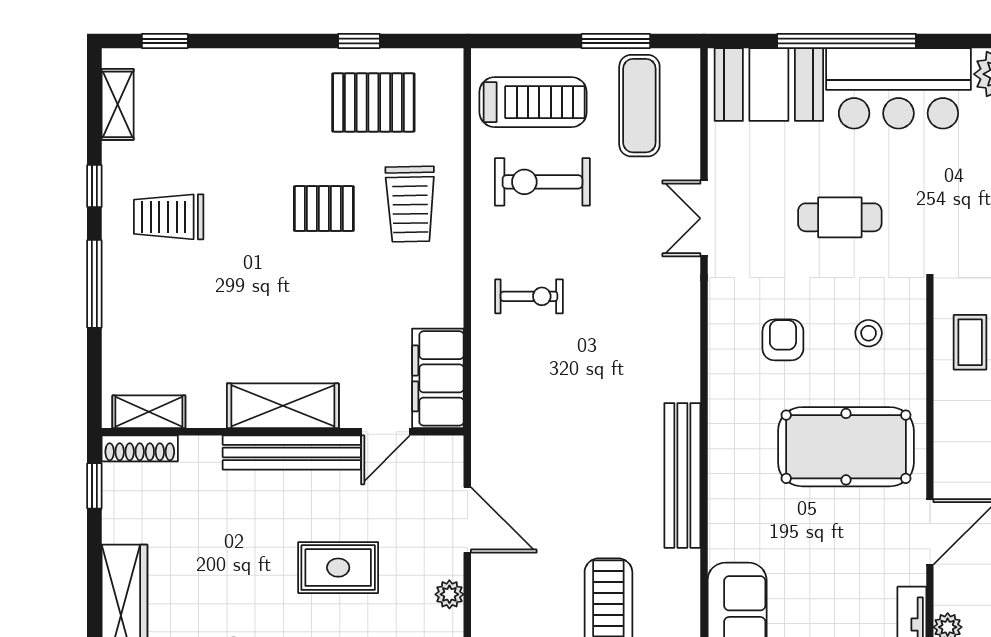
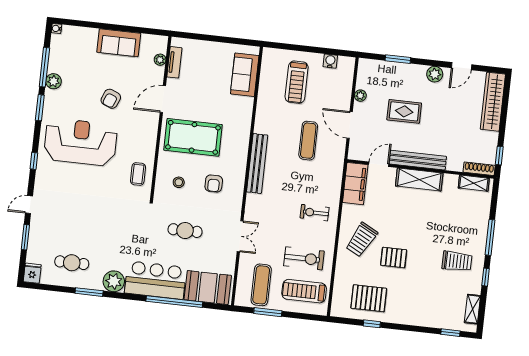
trolley: (410, 204) -> (361, 240), moved, turned -151
exercise mat: (564, 470) -> (308, 141), added
bench: (682, 475) -> (257, 164), moved

